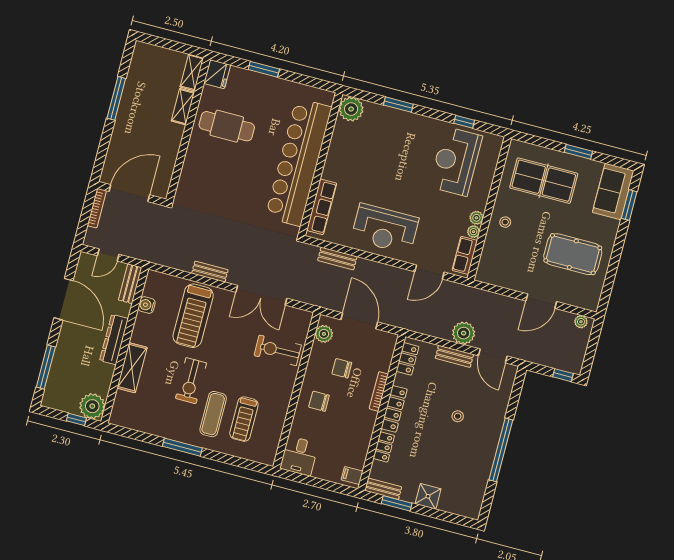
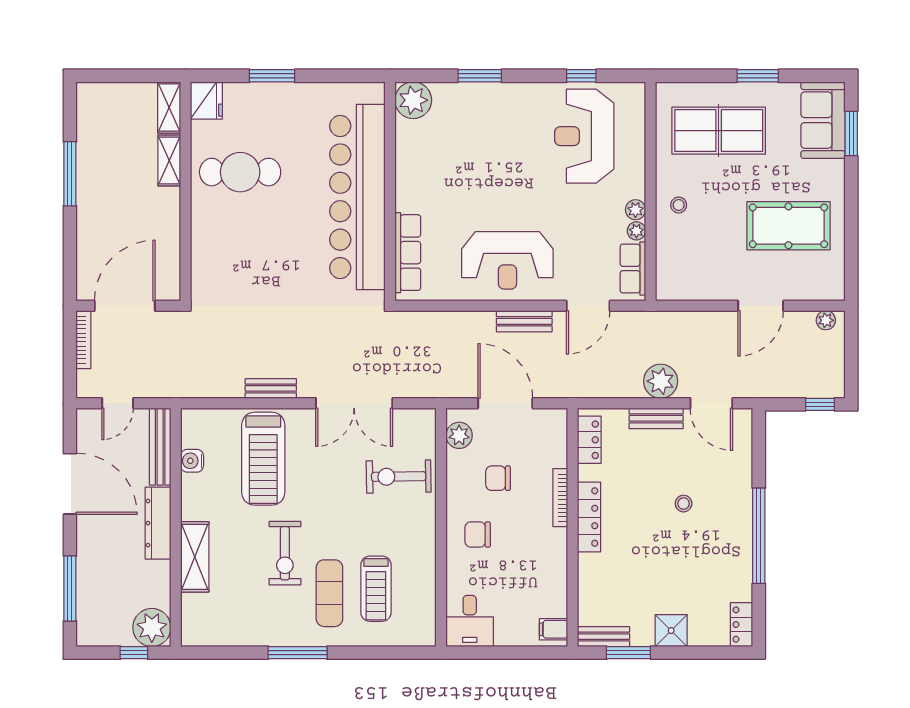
bench: (337, 258) -> (524, 321), moved
bench: (130, 284) -> (160, 447), width x1.36
locker: (384, 447) -> (742, 625), moved, turned 180

